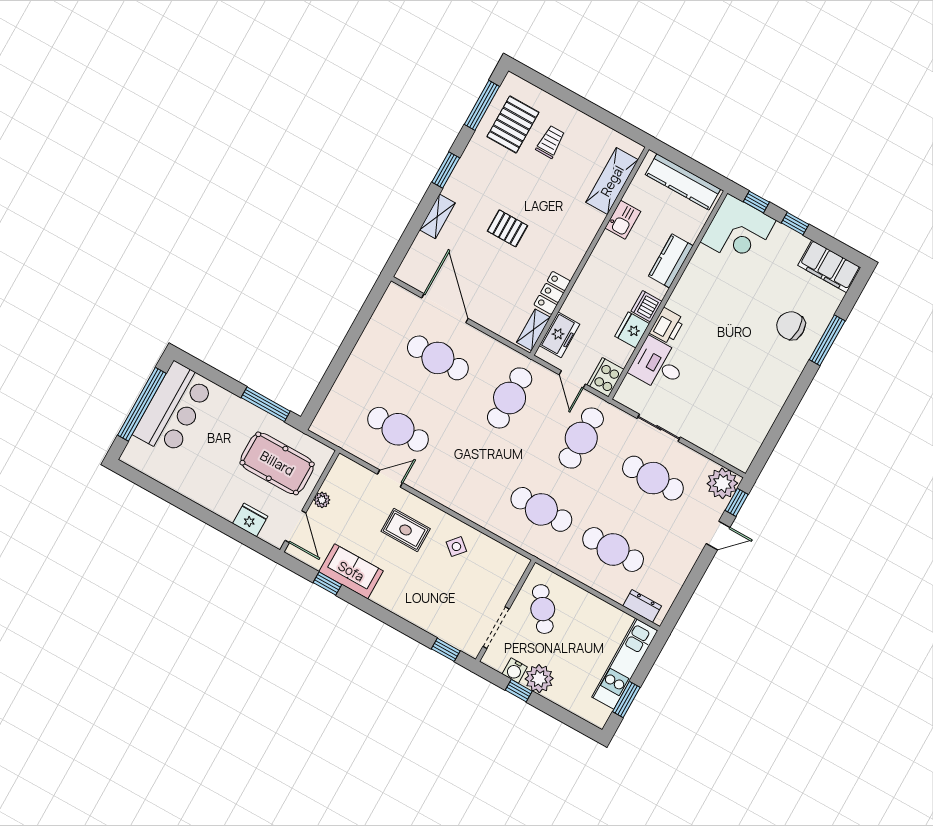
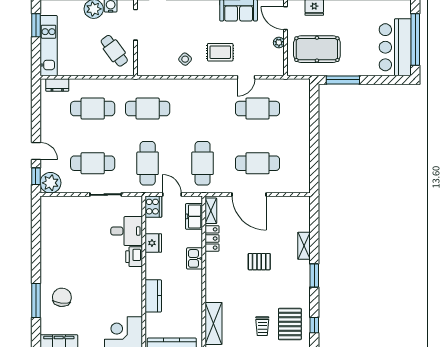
window: (482, 105) -> (314, 325), width x0.46
kitchen sink: (623, 220) -> (195, 258), moved
dishwasher: (646, 306) -> (153, 261), removed
door: (445, 308) -> (249, 195), moved
chair: (791, 326) -> (62, 297), turned -84
door: (718, 535) -> (36, 151), swing flipped

